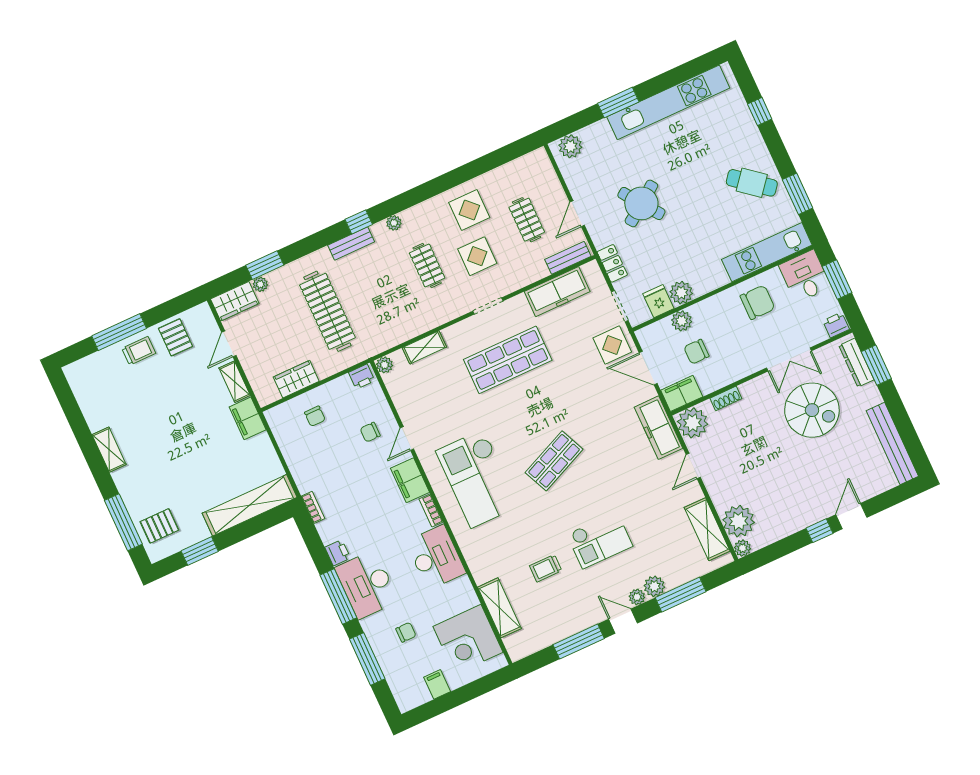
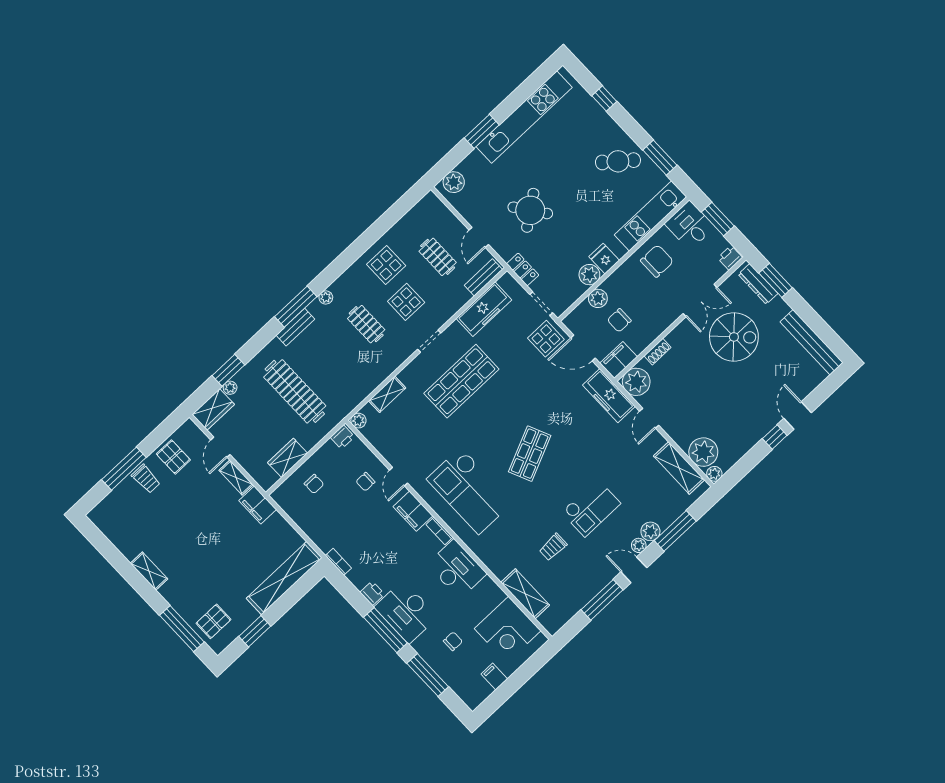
window: (359, 222) -> (296, 307), width x2.17
fridge: (658, 301) -> (604, 259), moved
trolley: (139, 351) -> (146, 479), turned 90

